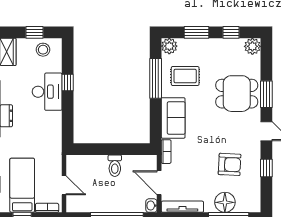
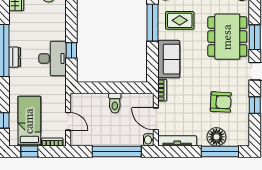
window: (68, 82) -> (71, 50), moved
desk: (47, 92) -> (52, 58), moved
dining table: (237, 94) -> (227, 37), width x1.38

